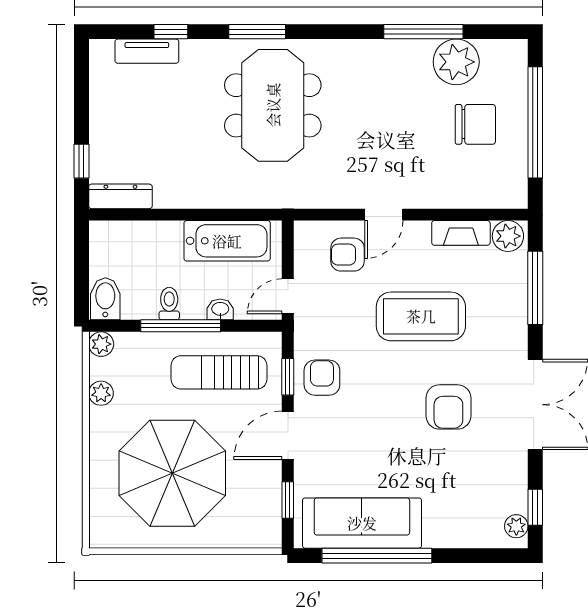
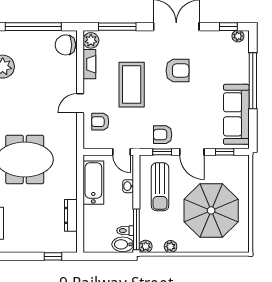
chair: (475, 124) -> (65, 45), moved, turned -90
dresser: (120, 196) -> (71, 215), moved
door: (384, 215) -> (80, 103), swing flipped
armchair: (348, 255) -> (100, 122), turned 90
toilet: (169, 304) -> (125, 231), moved
window: (181, 326) -> (136, 229), moved
window: (377, 556) -> (253, 81), moved

